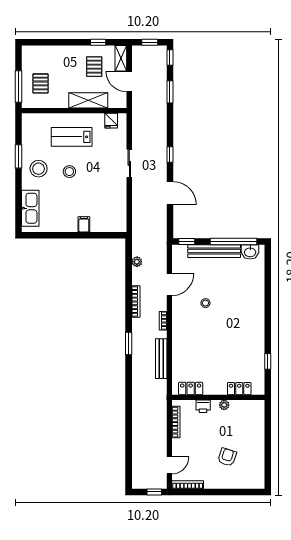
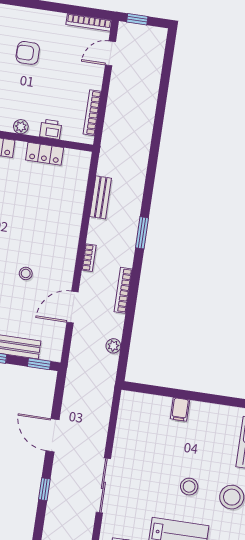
sliding door: (129, 163) -> (103, 485), width x1.37
bench: (161, 359) -> (101, 197), width x0.73
locker: (191, 388) -> (45, 154), moved
armchair: (227, 457) -> (28, 53), turned 72

